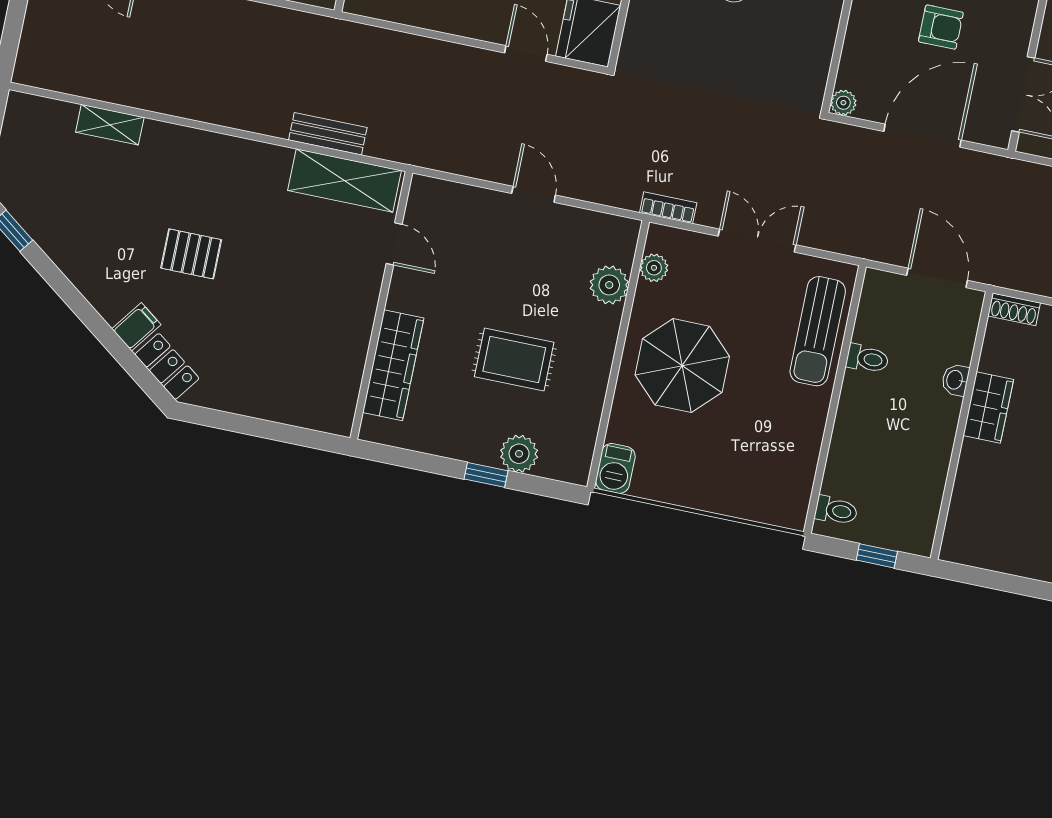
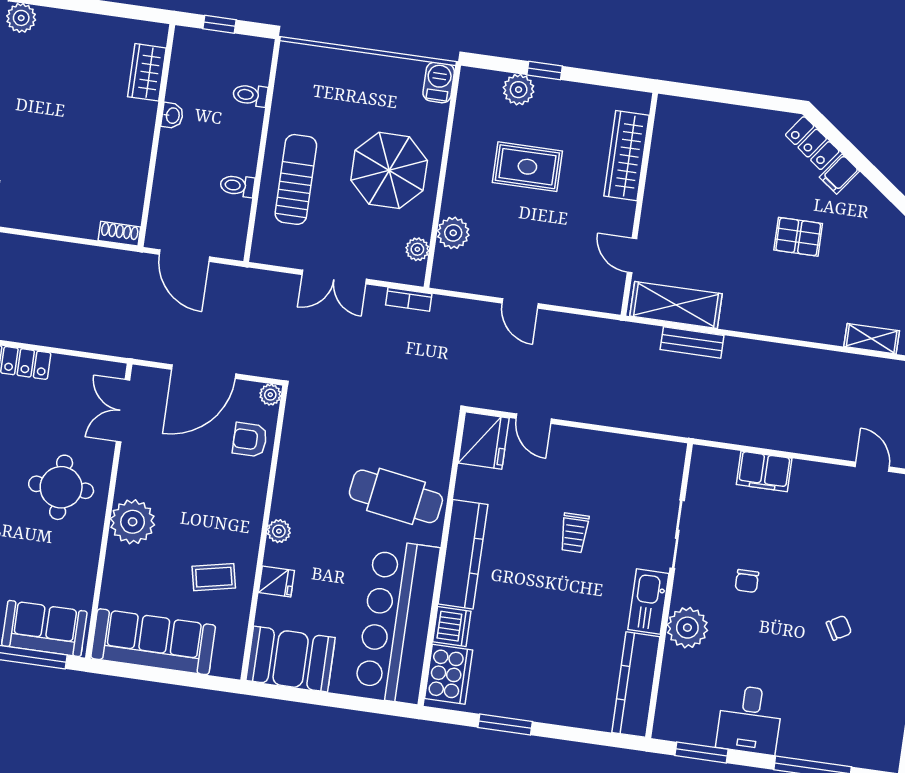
armchair: (941, 27) -> (250, 440), moved
sun lounger: (818, 331) -> (296, 179), moved
washbasin: (955, 380) -> (172, 116), moved
wardrobe: (988, 407) -> (147, 72), moved
toilet: (836, 510) -> (250, 95), moved

